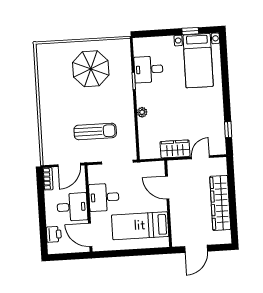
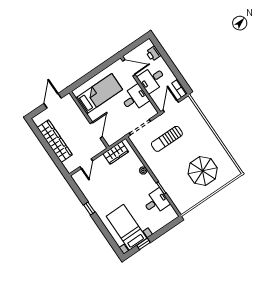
parasol: (91, 69) -> (203, 171), moved
window: (228, 130) -> (89, 209), moved
wardrobe: (175, 149) -> (116, 153), moved
door: (167, 188) -> (96, 130), hinge flipped

